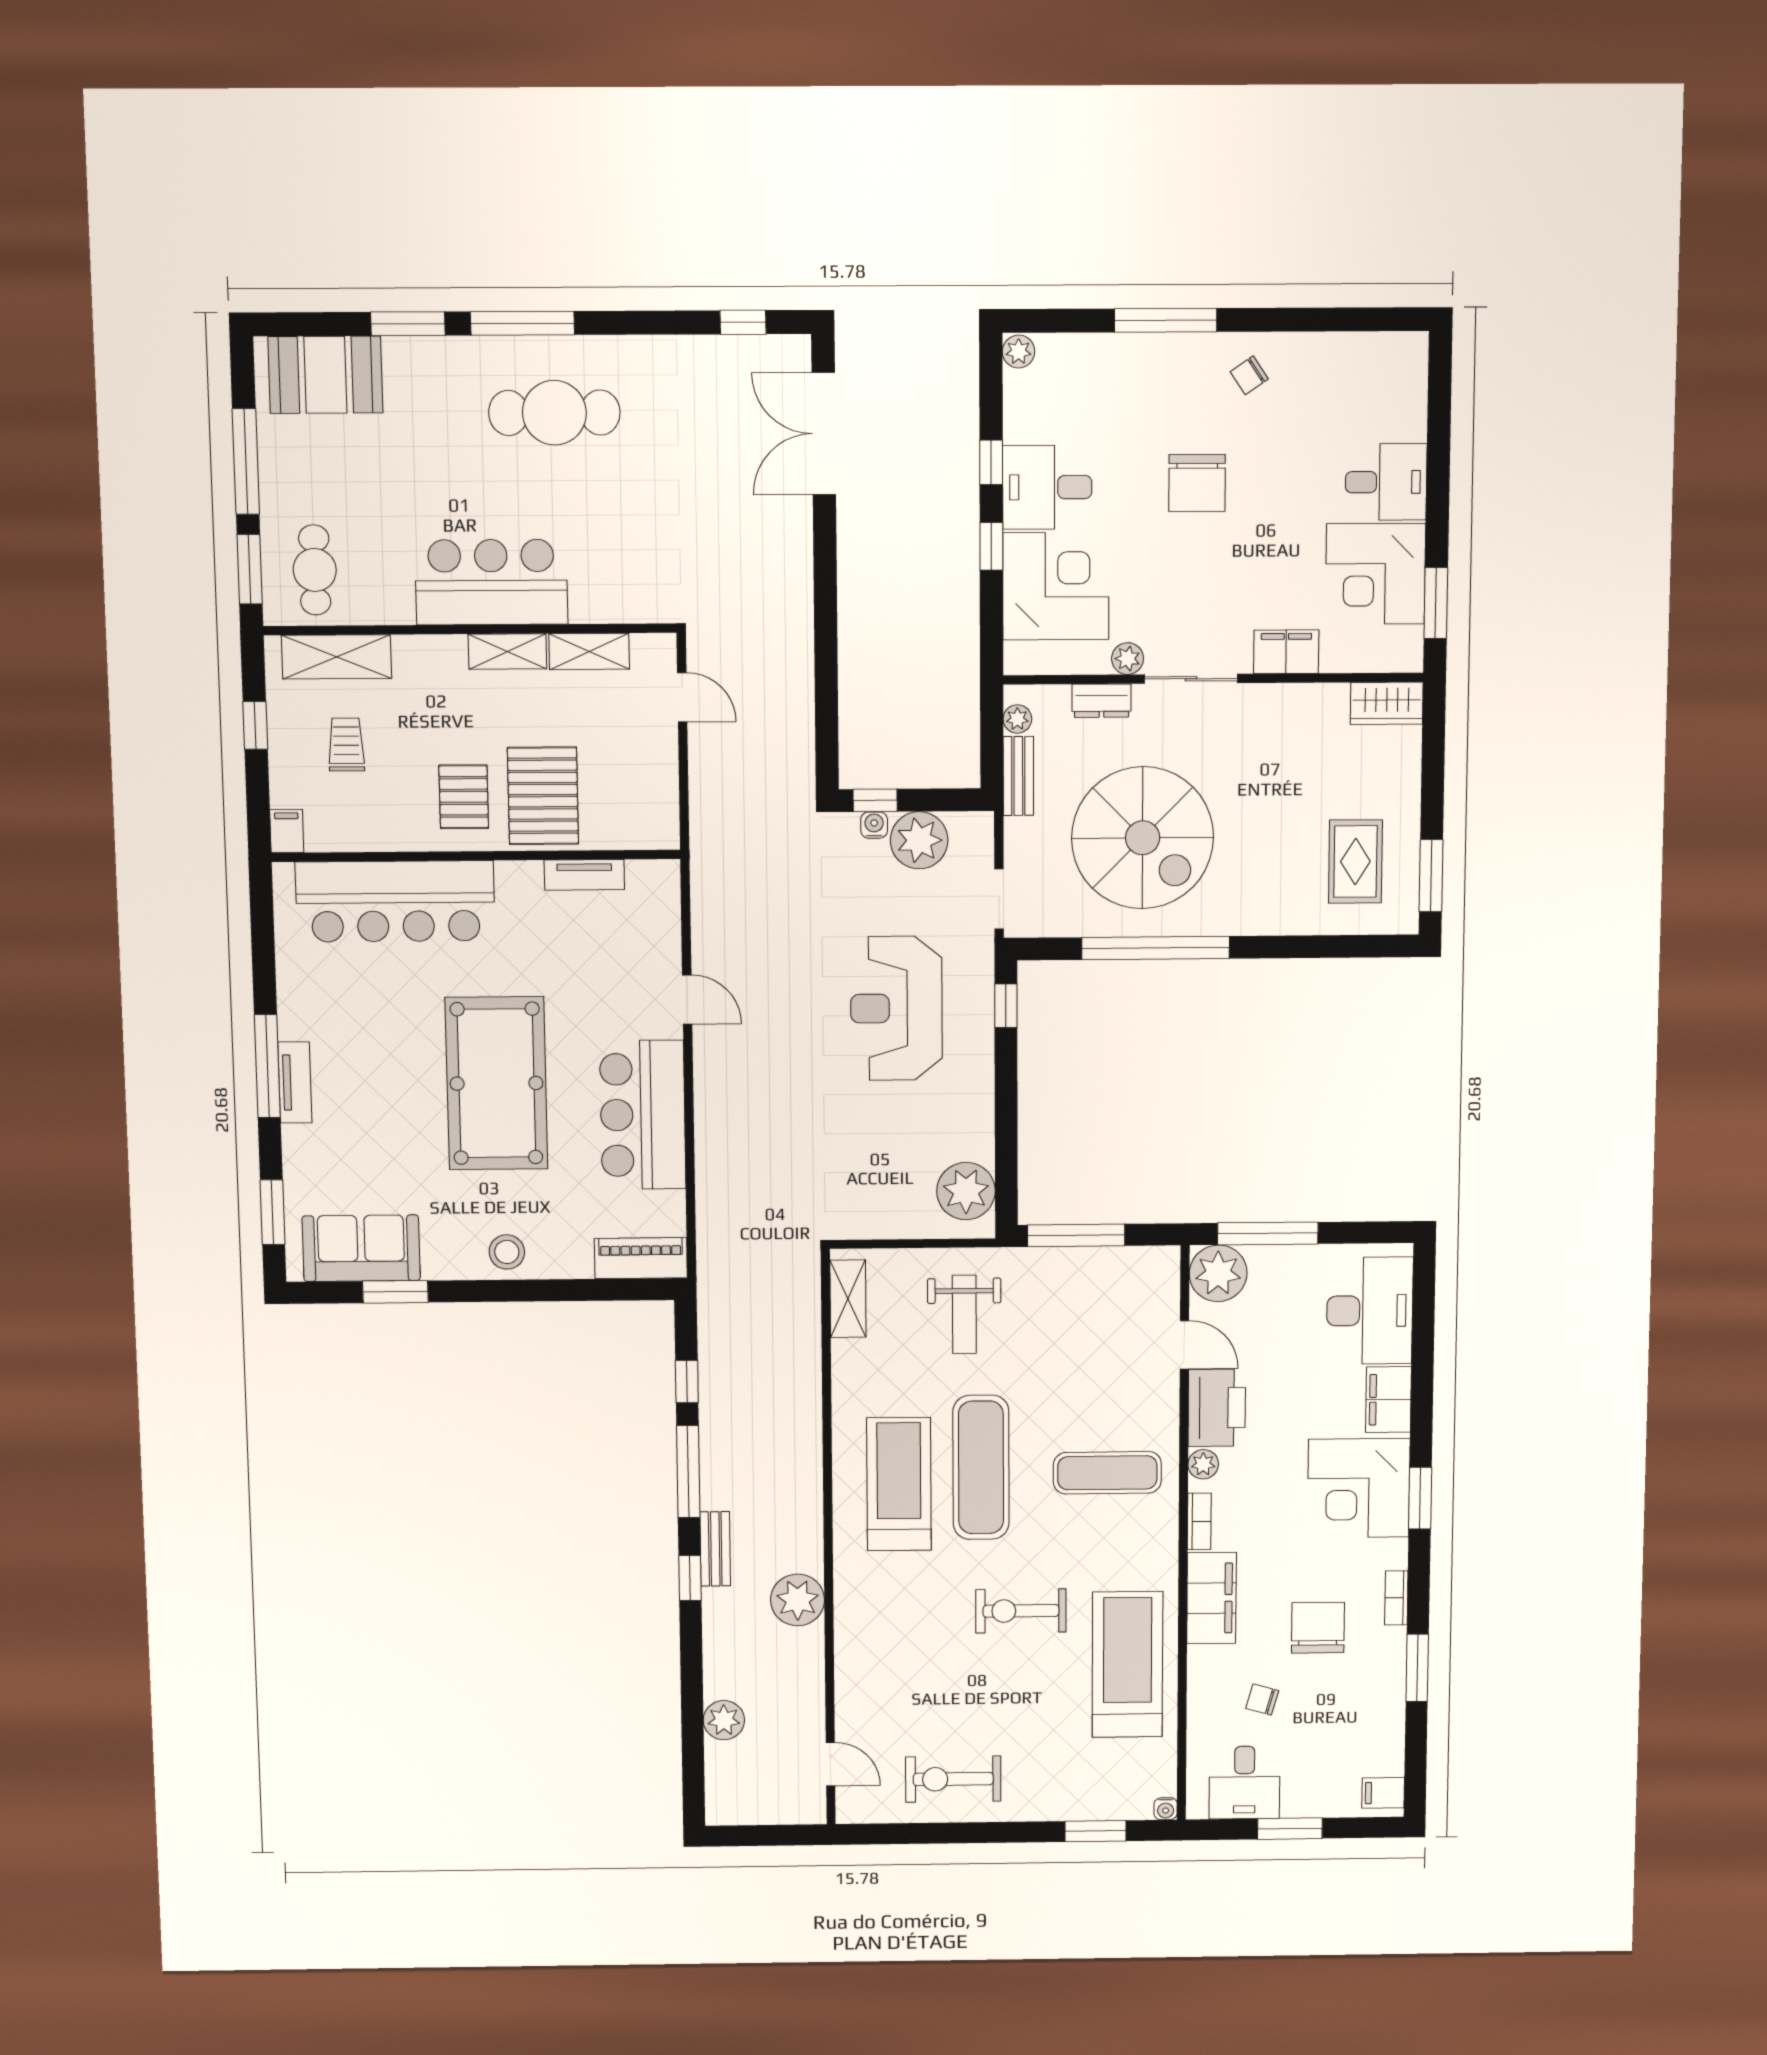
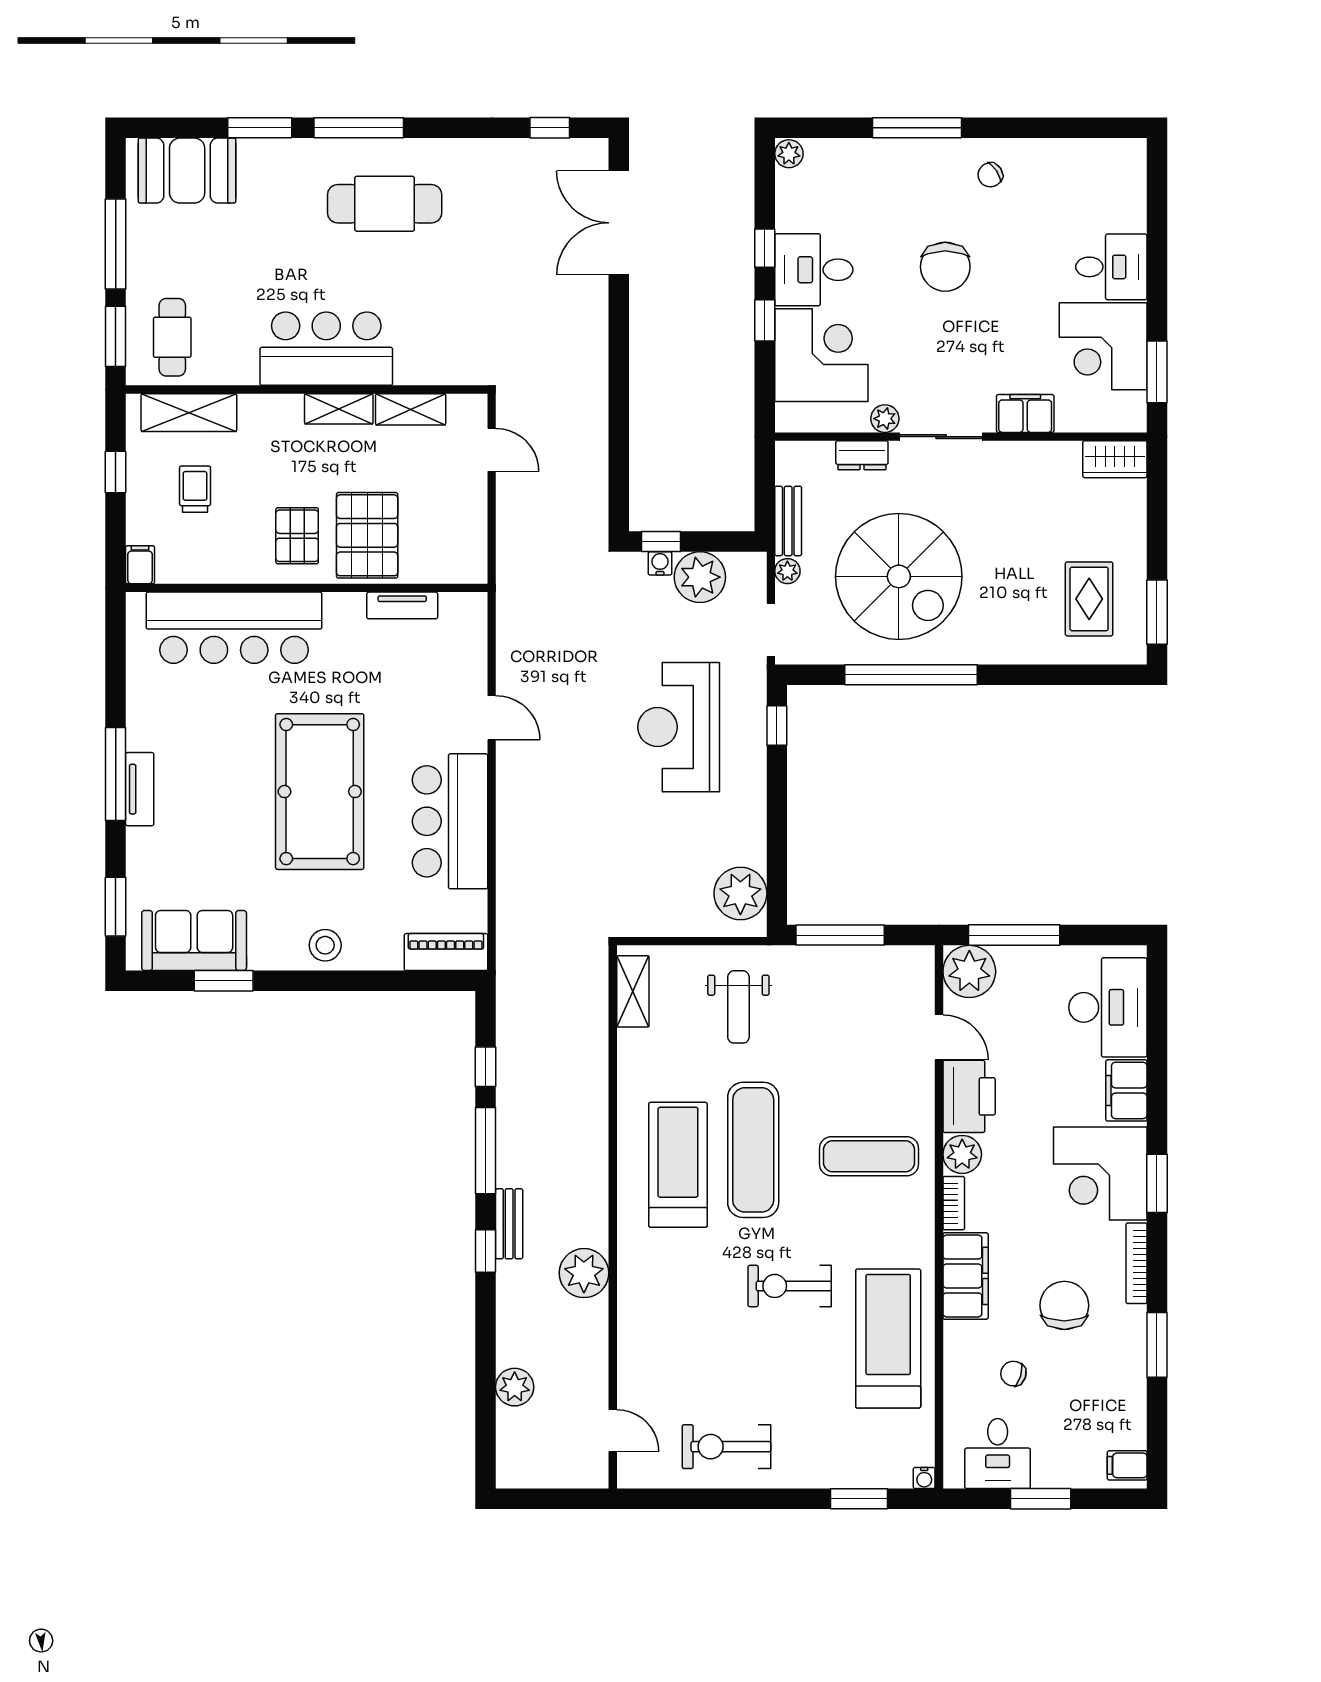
plant: (1017, 719) -> (787, 571), moved
plant: (1203, 1464) -> (962, 1154), width x1.38, depth x1.38
bookcase: (1396, 1598) -> (1137, 1263), width x1.56

